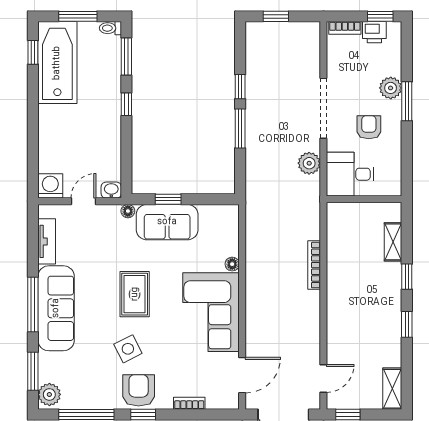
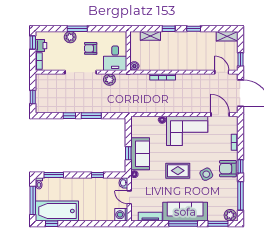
window: (78, 16) -> (33, 200), width x1.44
window: (126, 104) -> (97, 175), moved
boiler: (335, 211) -> (134, 66), added

